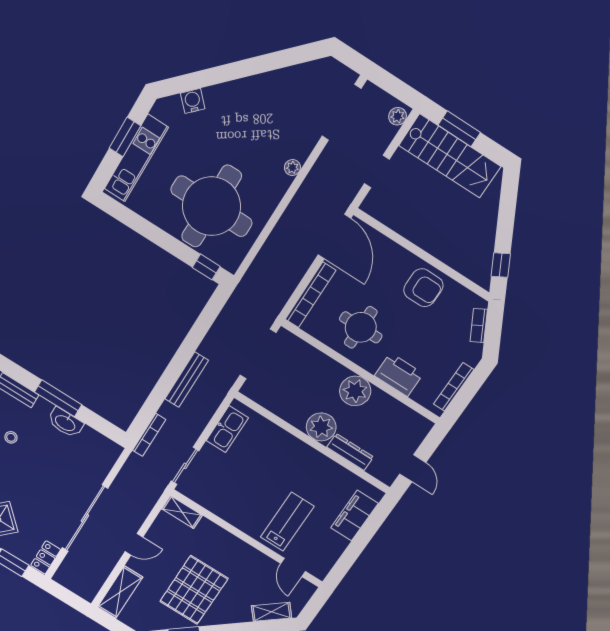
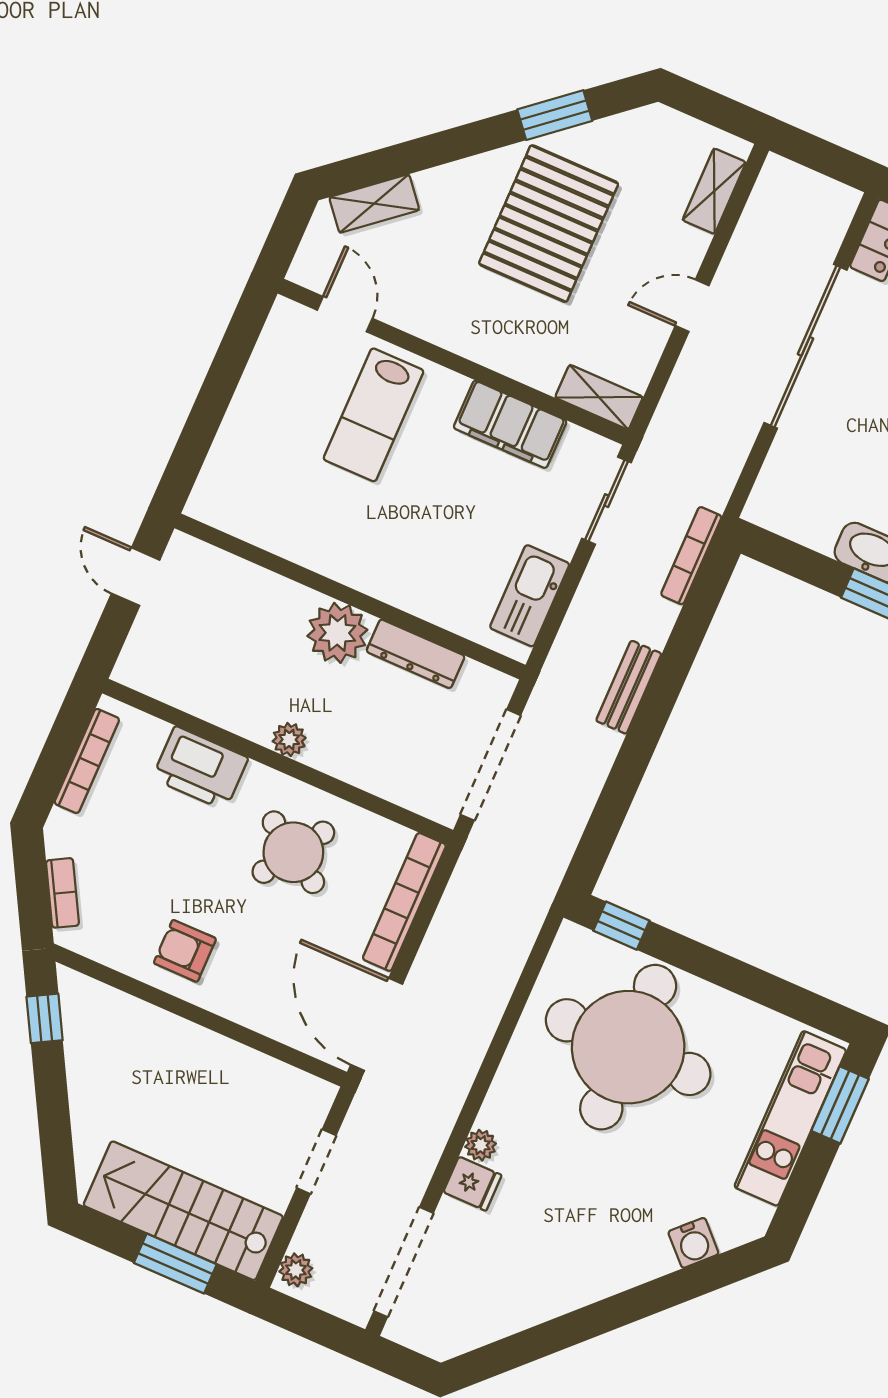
window: (125, 137) -> (840, 1105), moved
fridge: (300, 148) -> (472, 1184), added
armchair: (423, 288) -> (185, 951), width x0.72, depth x0.72
round table: (361, 327) -> (293, 852), turned 33
bench: (187, 380) -> (629, 687), width x0.73
plant: (355, 391) -> (289, 740), width x0.53, depth x0.53
dresser: (350, 452) -> (416, 654), moved
filing cabinet: (354, 516) -> (510, 424), moved, turned 90
shelving: (120, 592) -> (714, 191), width x0.67, depth x0.75

